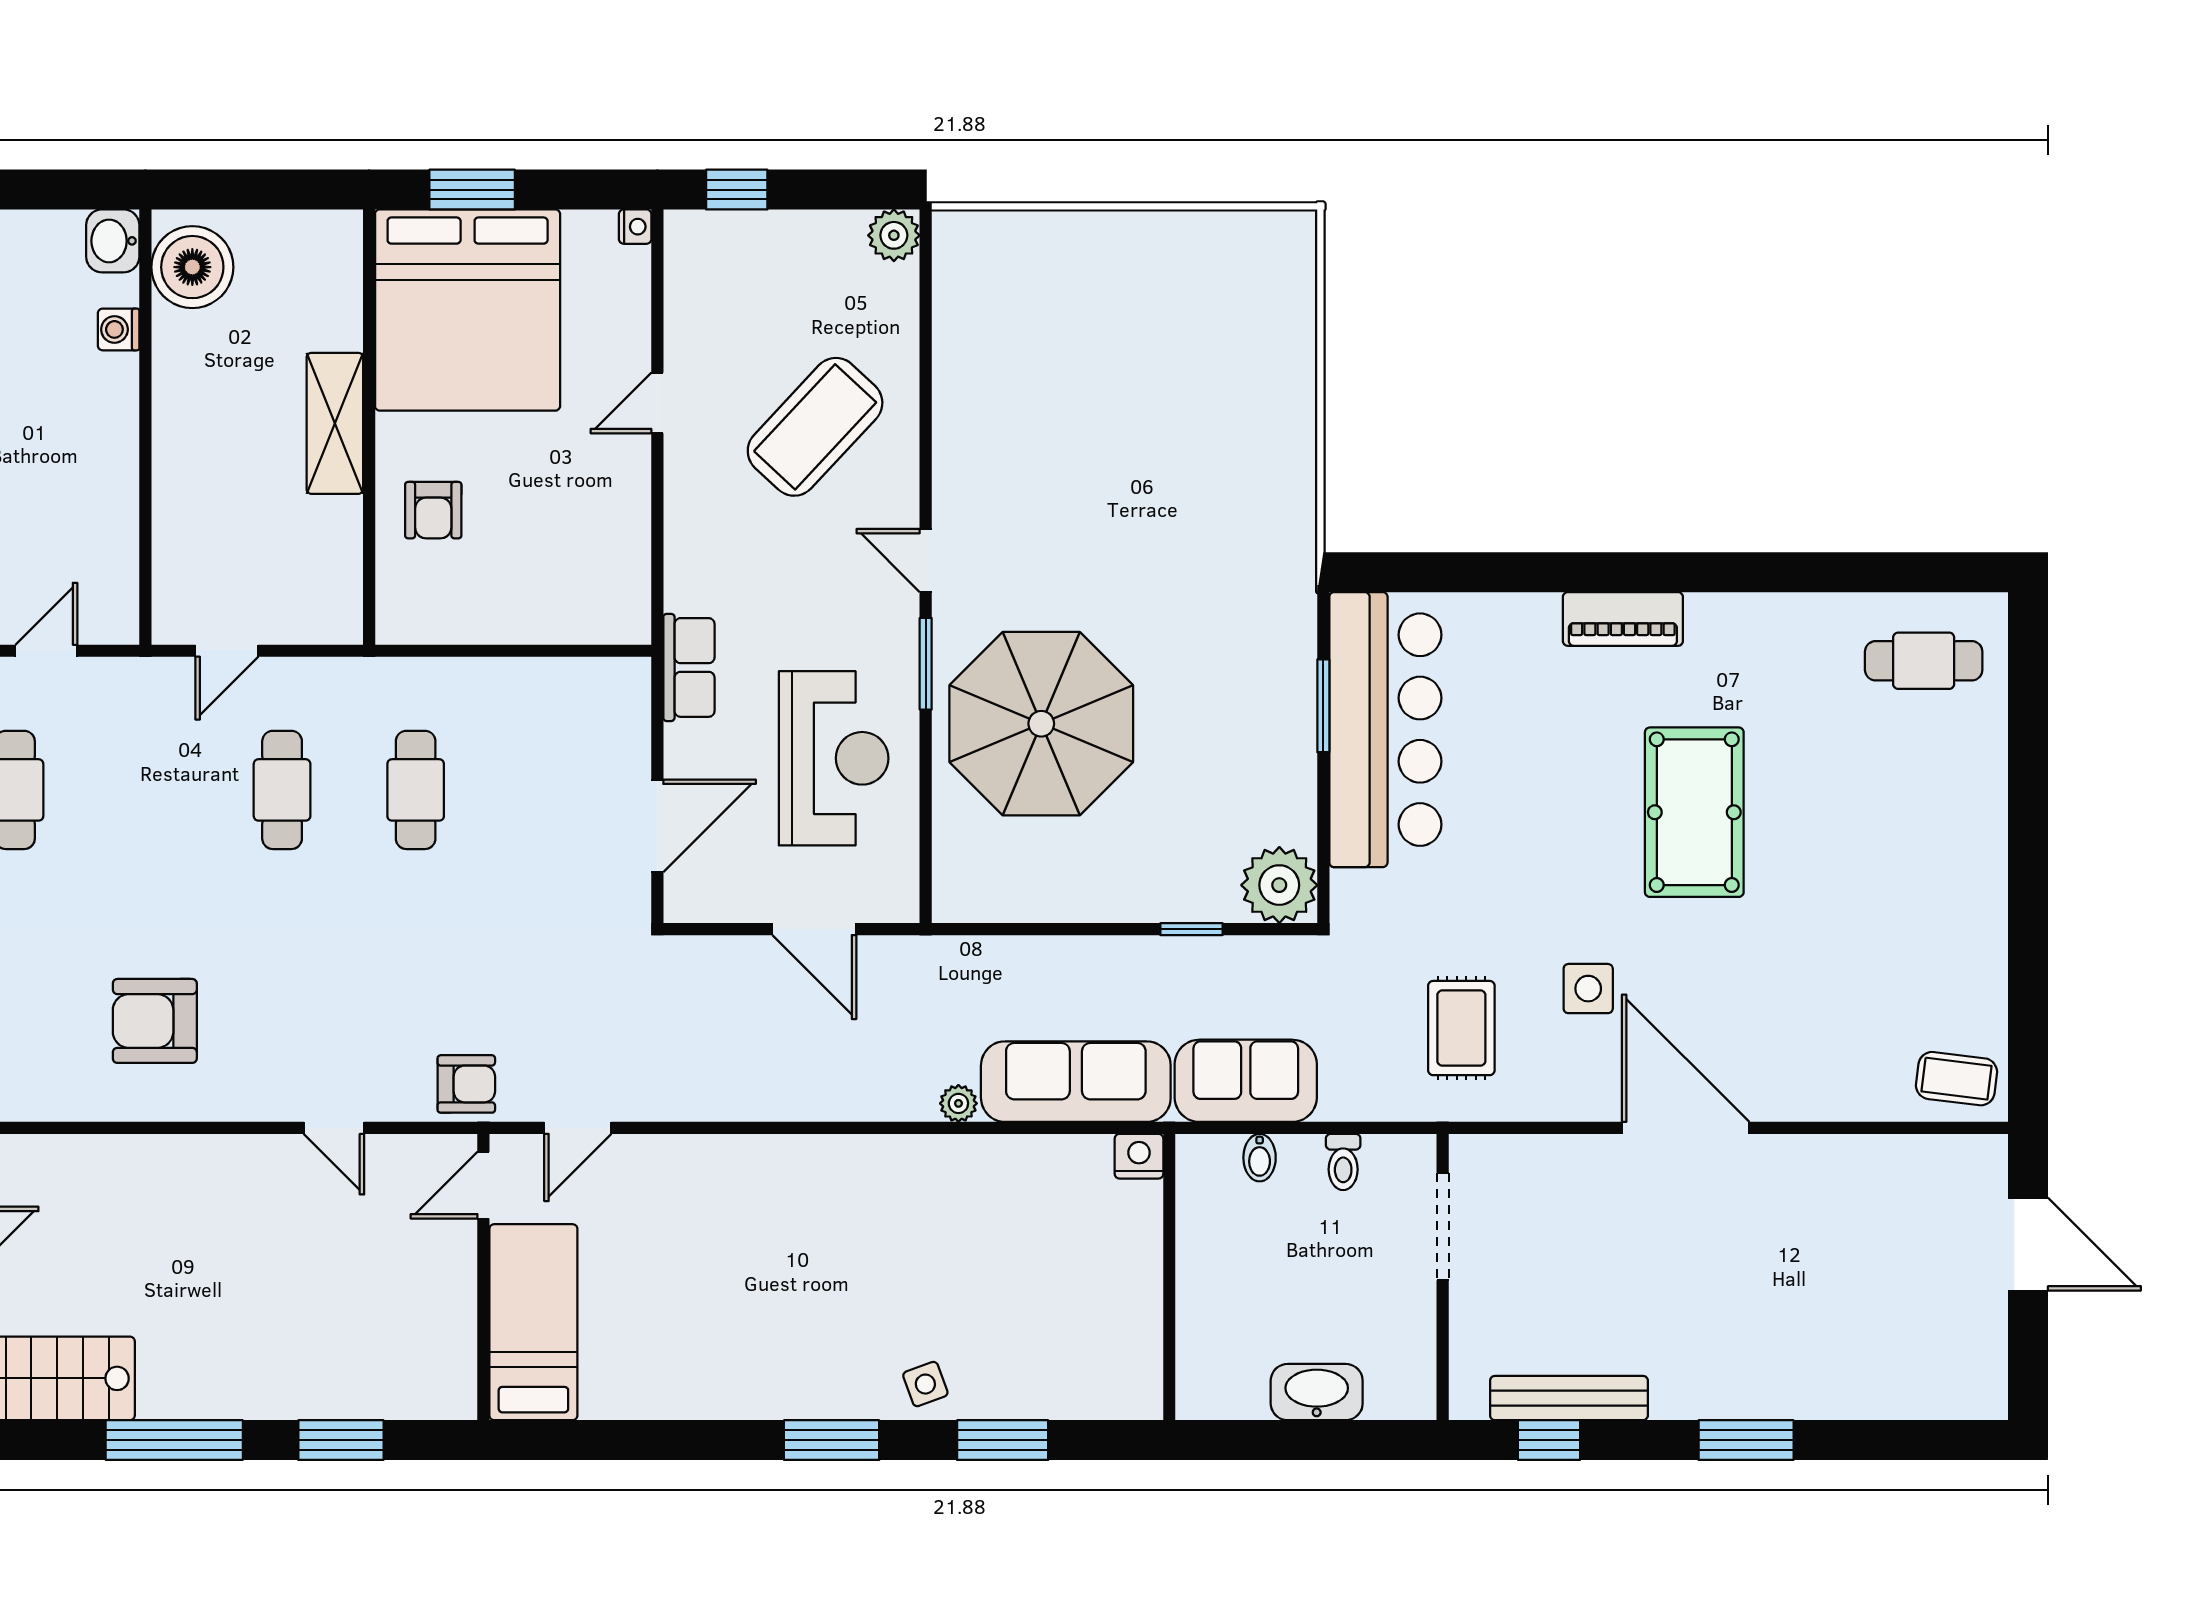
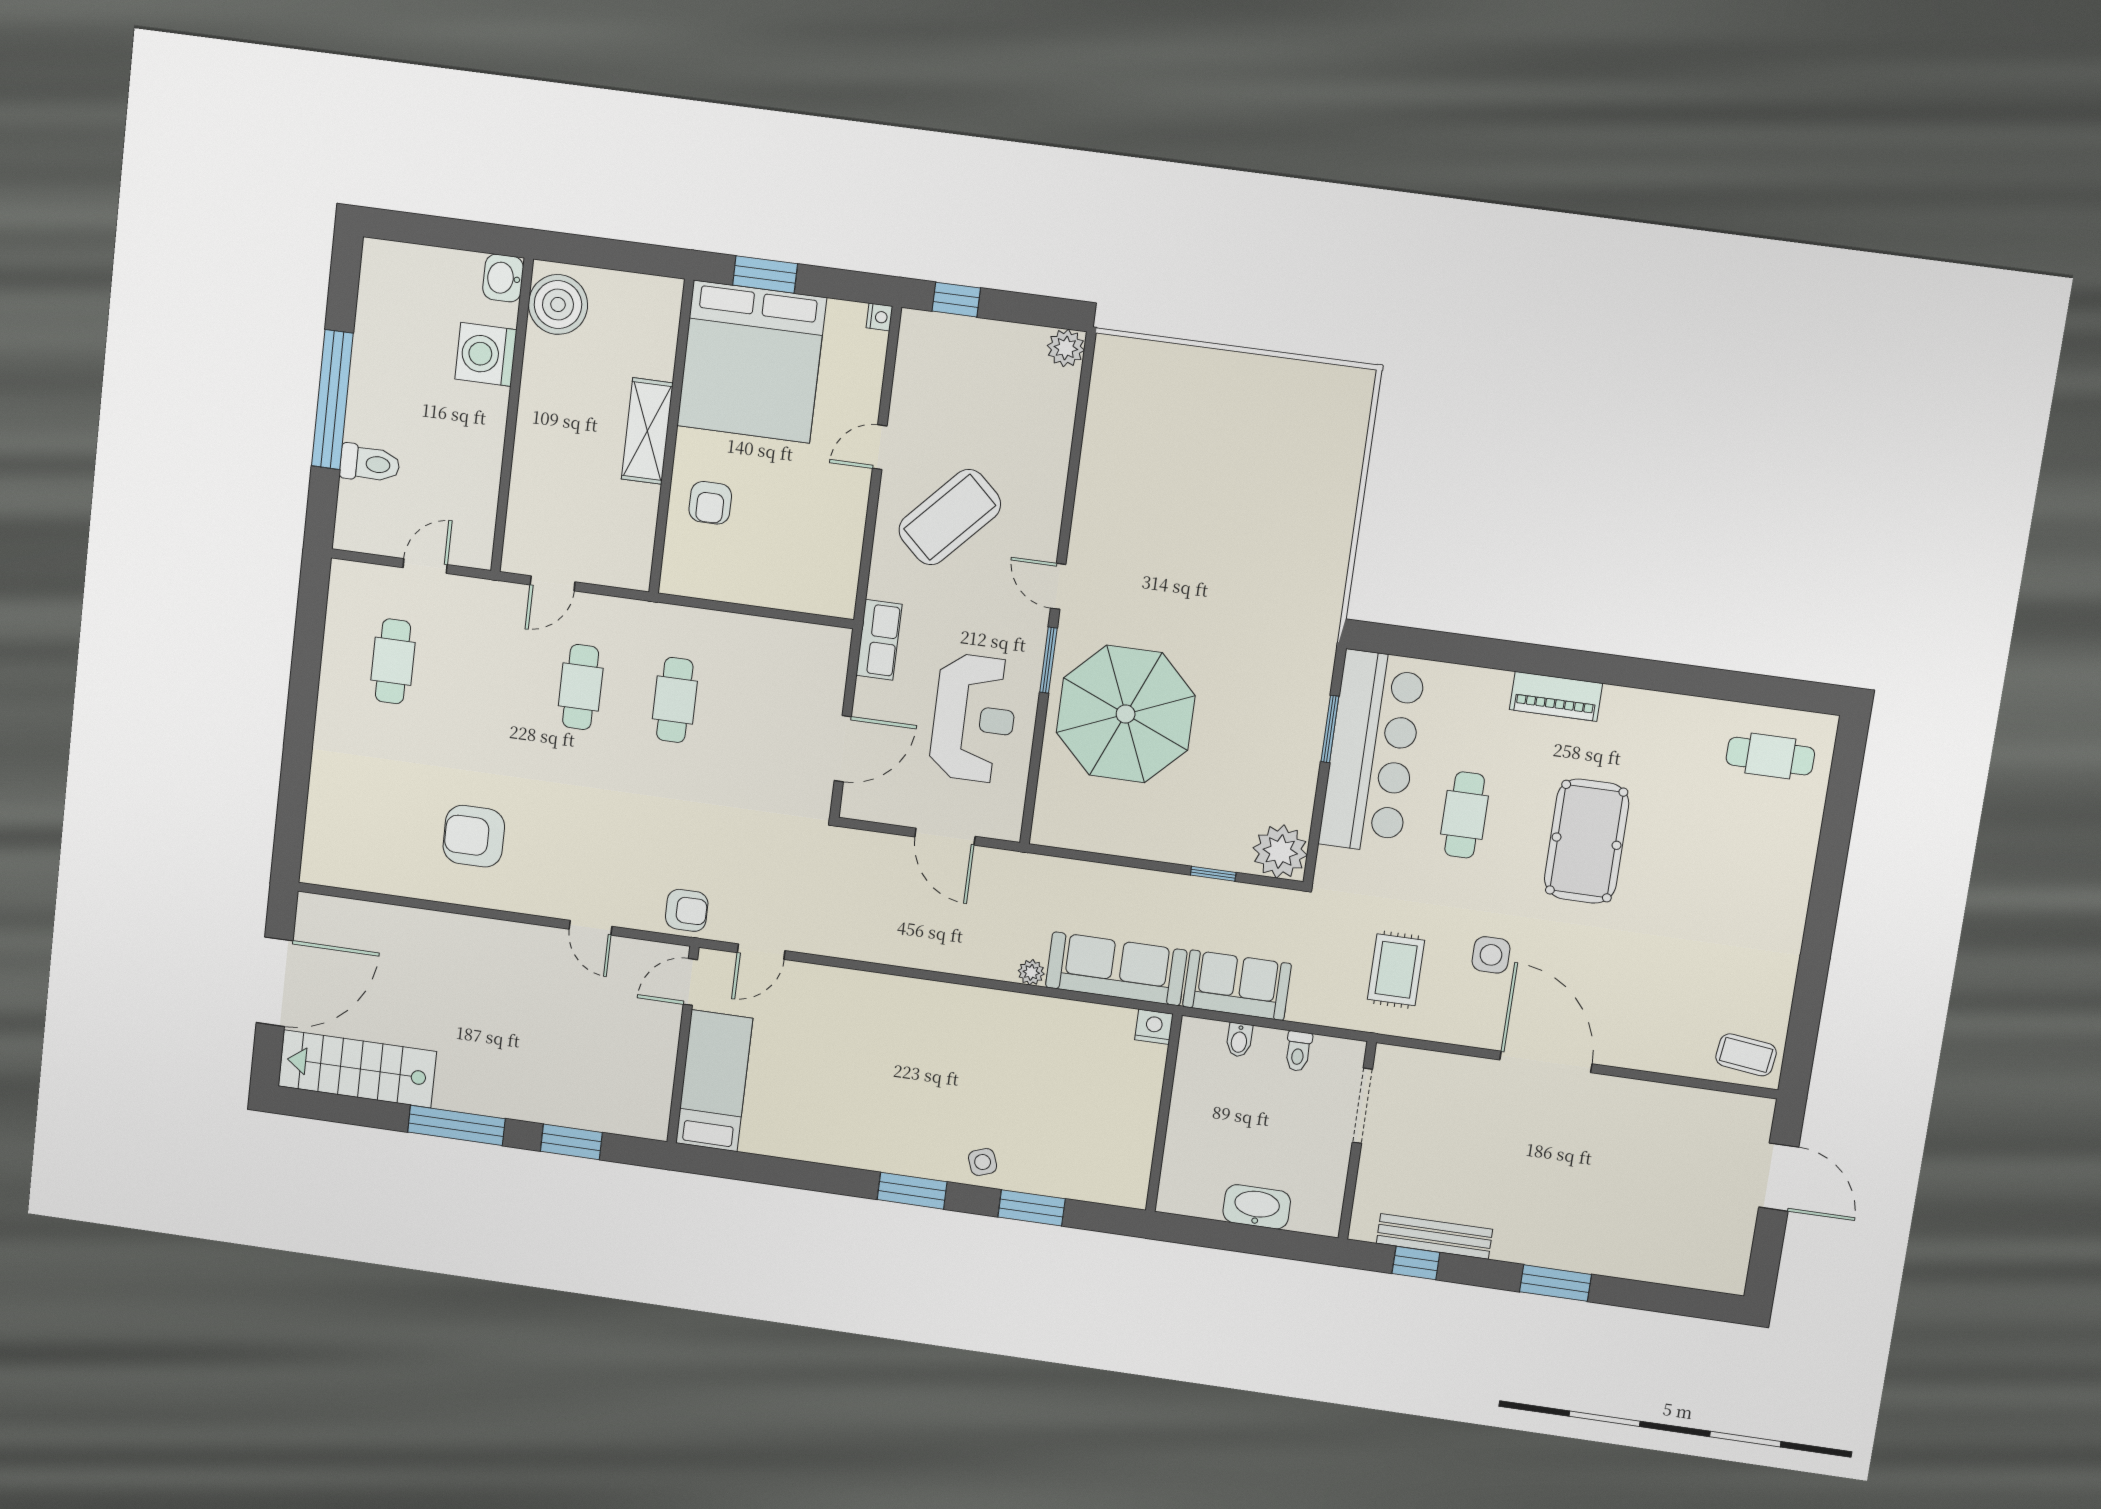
washing machine: (119, 329) -> (486, 354), width x1.89, depth x1.89
coffee table: (815, 427) -> (950, 517), moved
cafe table: (1523, 799) -> (1465, 815), added

